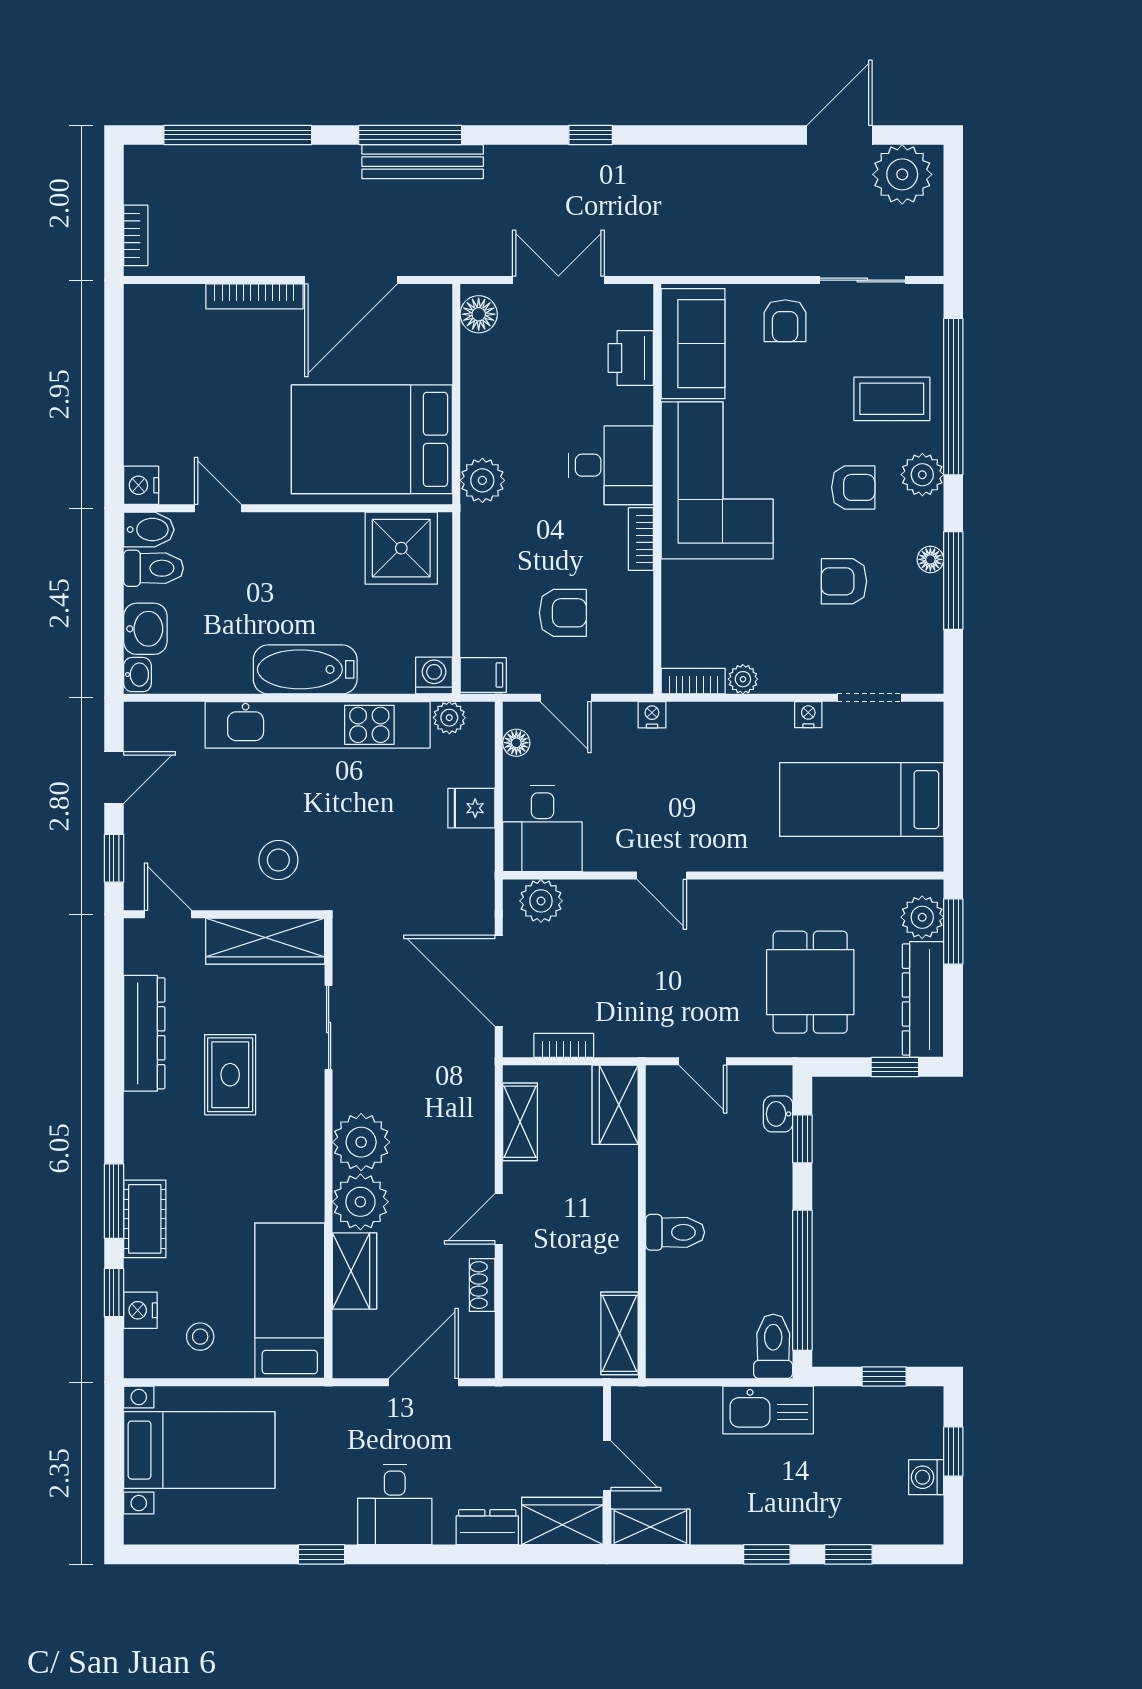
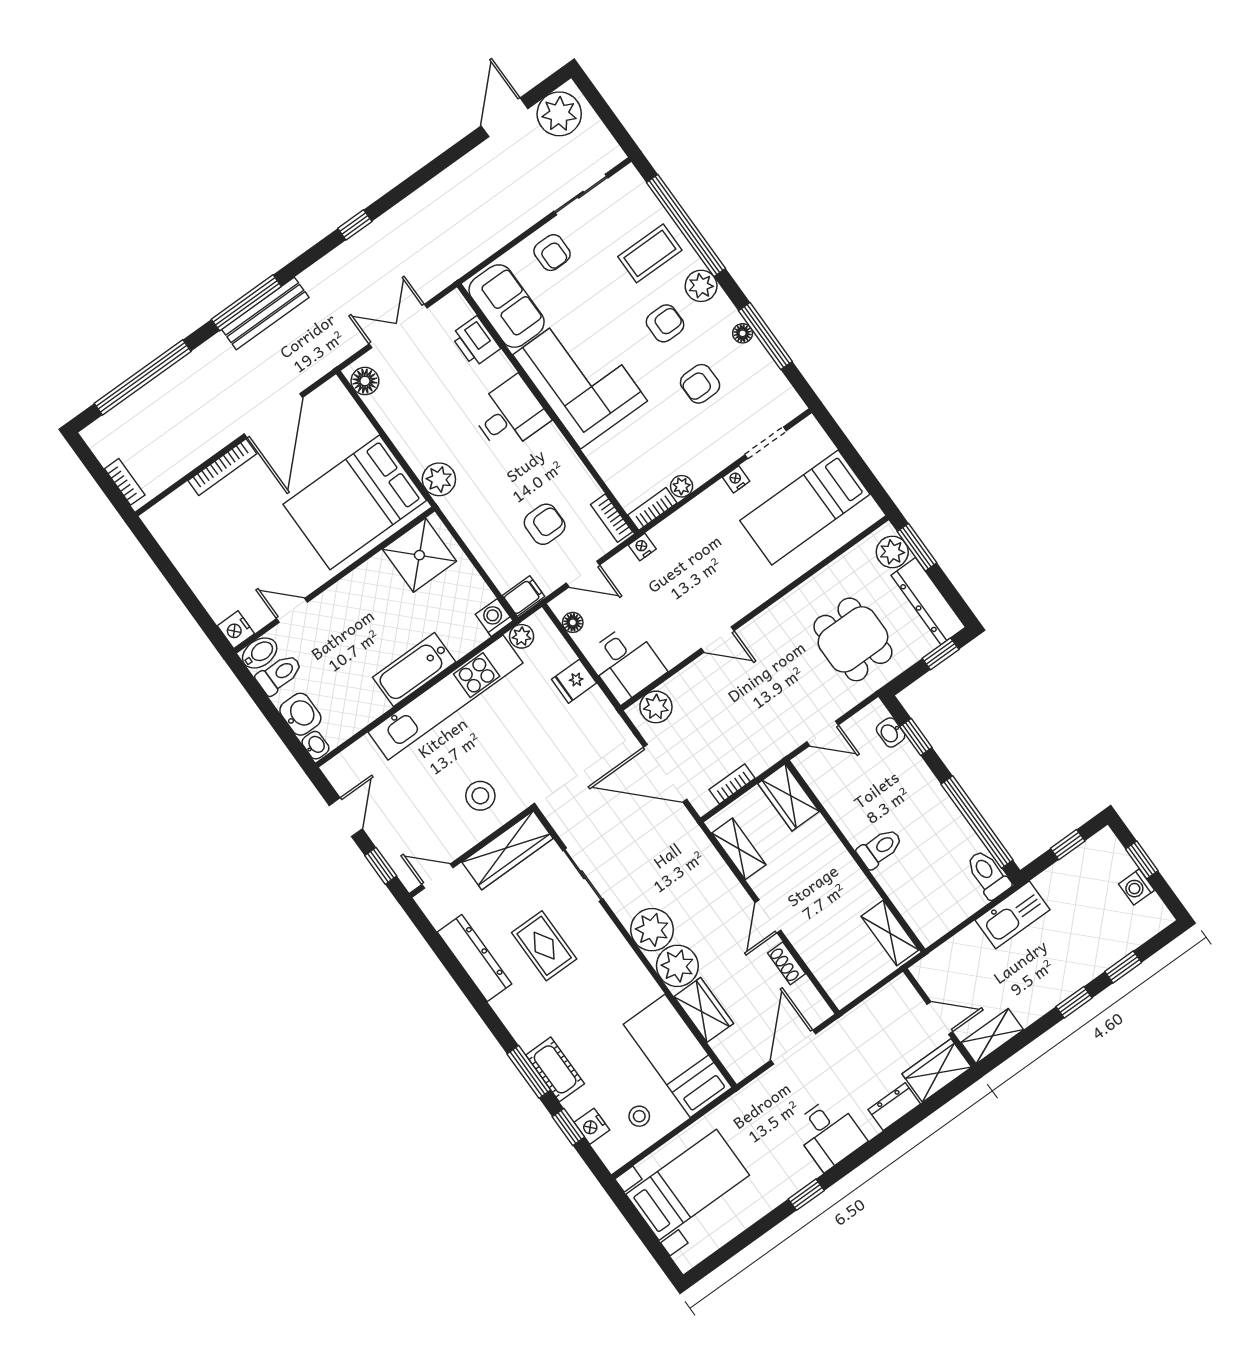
bookcase: (641, 539) -> (611, 518), moved

